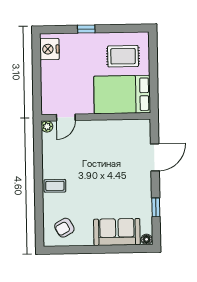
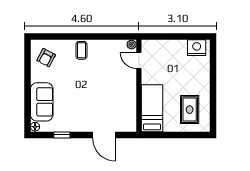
window: (86, 29) -> (213, 79), removed
bed: (122, 95) -> (152, 108), width x0.67
armchair: (64, 228) -> (46, 58), turned -123

